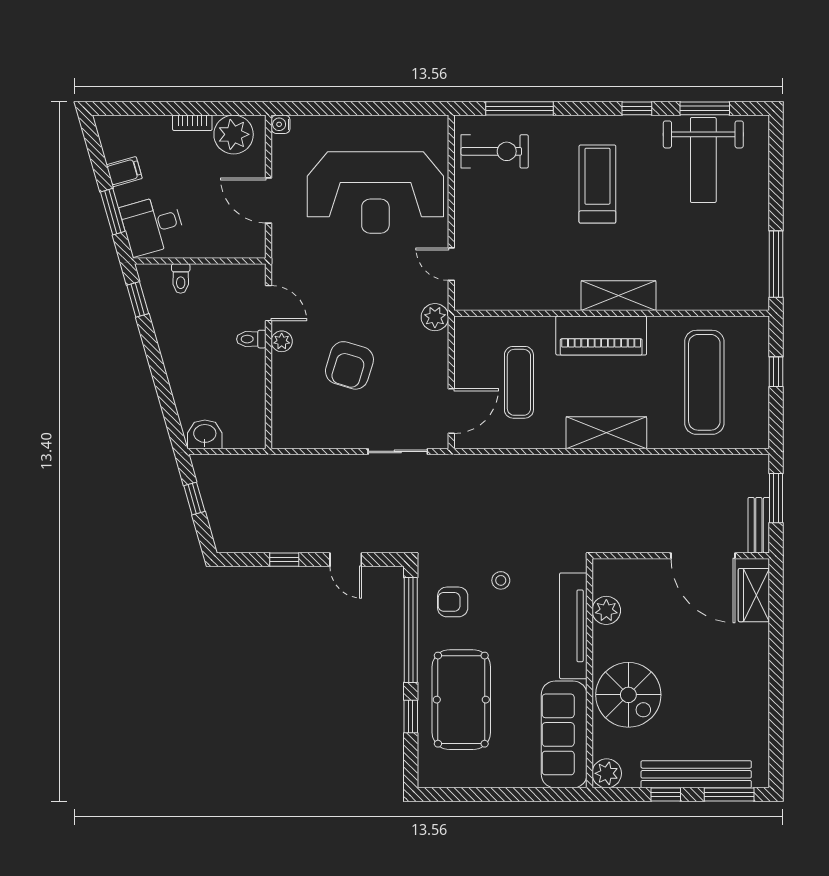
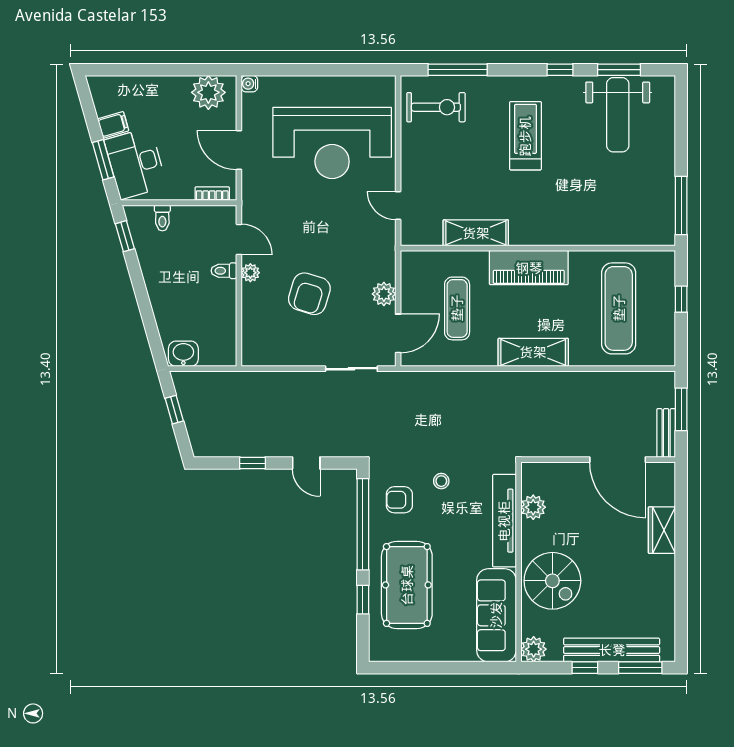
bookcase: (192, 123) -> (212, 194), moved, turned 180
desk: (153, 225) -> (135, 163), width x1.37
shelving: (619, 296) -> (476, 233), moved
plant: (435, 317) -> (384, 294), moved
wardrobe: (754, 595) -> (662, 530), moved

